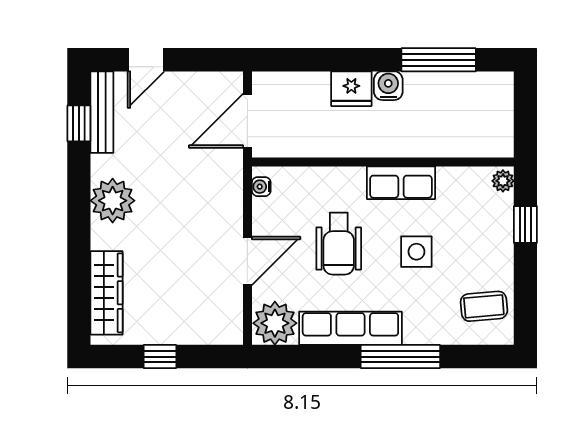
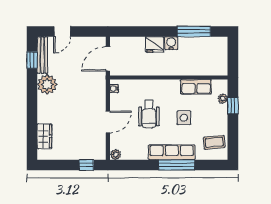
plant: (503, 181) -> (223, 99), moved
row of seats: (401, 183) -> (196, 87), moved
plant: (113, 201) -> (47, 84), moved
wardrobe: (107, 293) -> (44, 136), width x0.67
plant: (275, 323) -> (116, 155), width x0.53, depth x0.53
row of seats: (350, 328) -> (172, 152), moved
window: (160, 357) -> (86, 165), moved

